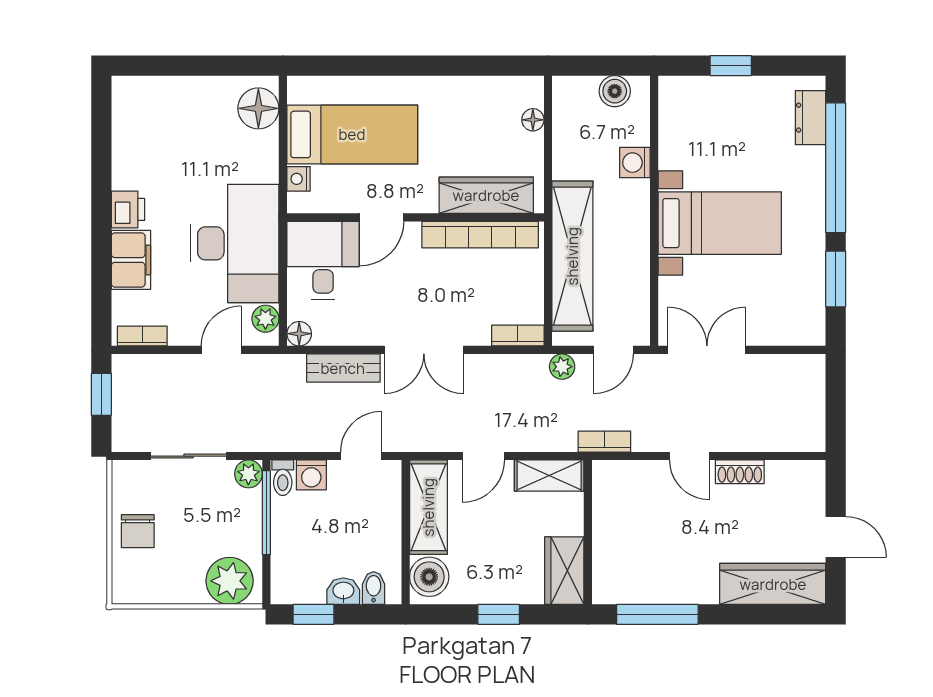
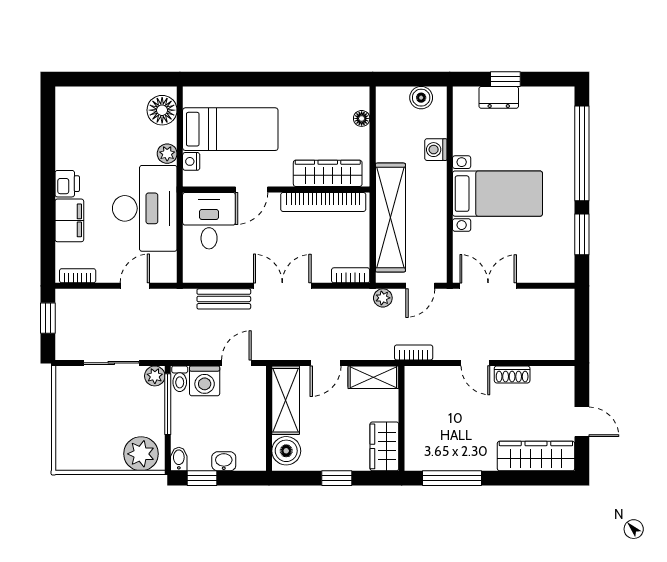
dresser: (810, 118) -> (499, 97), moved, turned -90
plant: (265, 319) -> (167, 154), moved
floor lamp: (299, 334) -> (192, 274), removed
double door: (424, 350) -> (282, 286), swing flipped
washing machine: (311, 475) -> (205, 381), width x1.38, depth x1.38
chair: (138, 531) -> (74, 418), removed
bidet: (374, 588) -> (179, 459), moved

